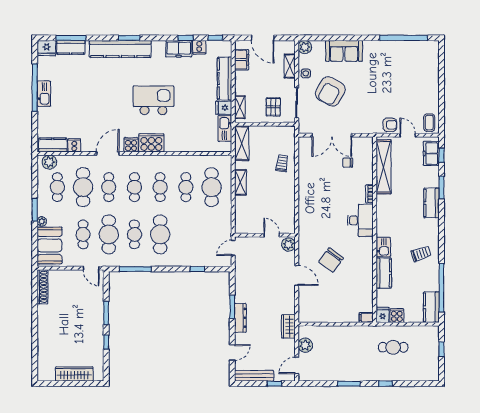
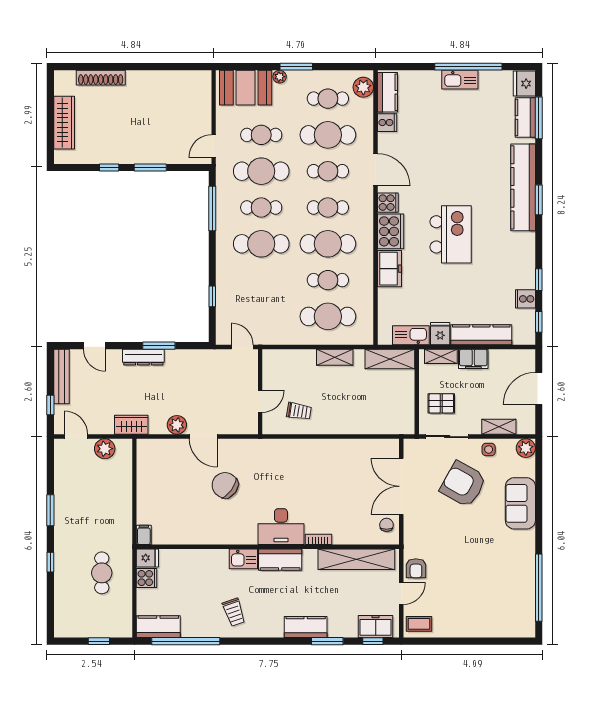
freezer: (179, 49) -> (389, 269), moved, turned 180
filing cabinet: (242, 60) -> (473, 359), moved
trolley: (282, 163) -> (299, 411), moved
chair: (348, 163) -> (387, 525), moved
cafe table: (160, 187) -> (328, 244), width x1.37, depth x1.35
plant: (288, 245) -> (177, 425), moved
kitchen counter: (384, 273) -> (280, 560), moved
door: (297, 275) -> (203, 437), hinge flipped
shoe rack: (42, 287) -> (101, 78), moved

